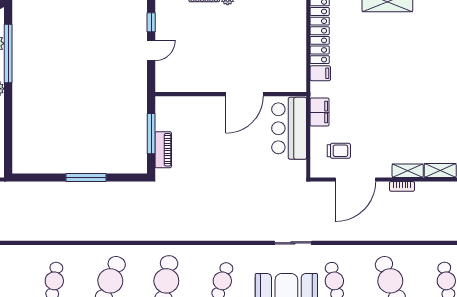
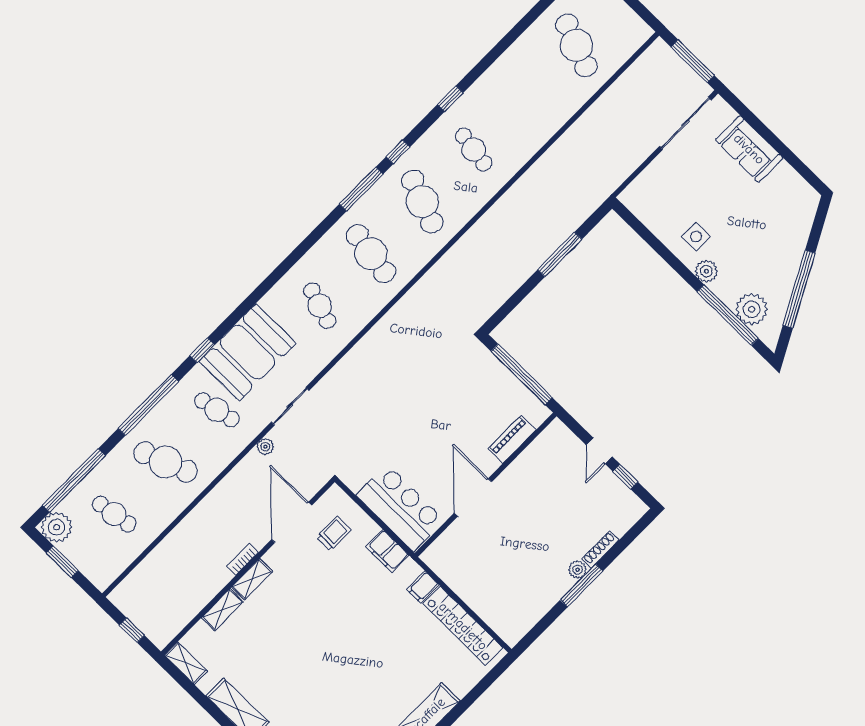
window: (151, 134) -> (522, 374), width x1.46
piano: (163, 150) -> (512, 439), moved, turned 90
trolley: (339, 151) -> (334, 533), turned 180
window: (86, 178) -> (560, 254), moved
plant: (328, 235) -> (265, 447), added

